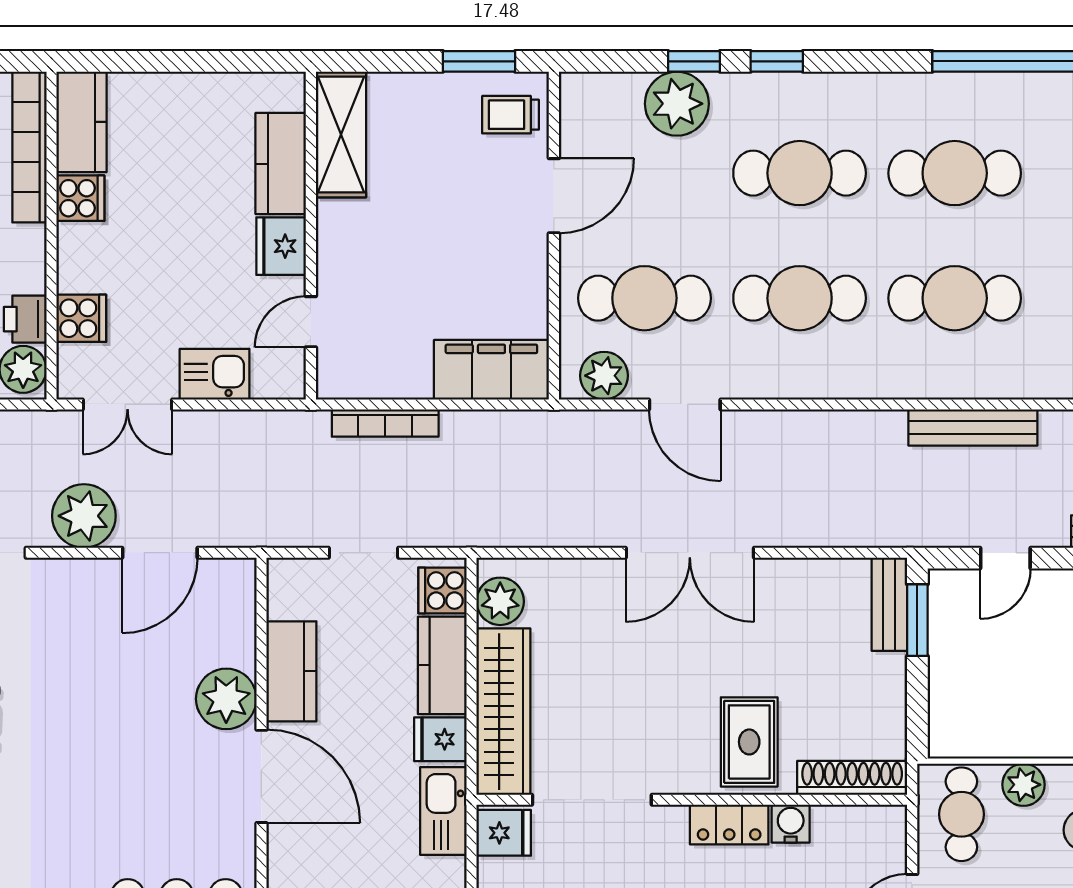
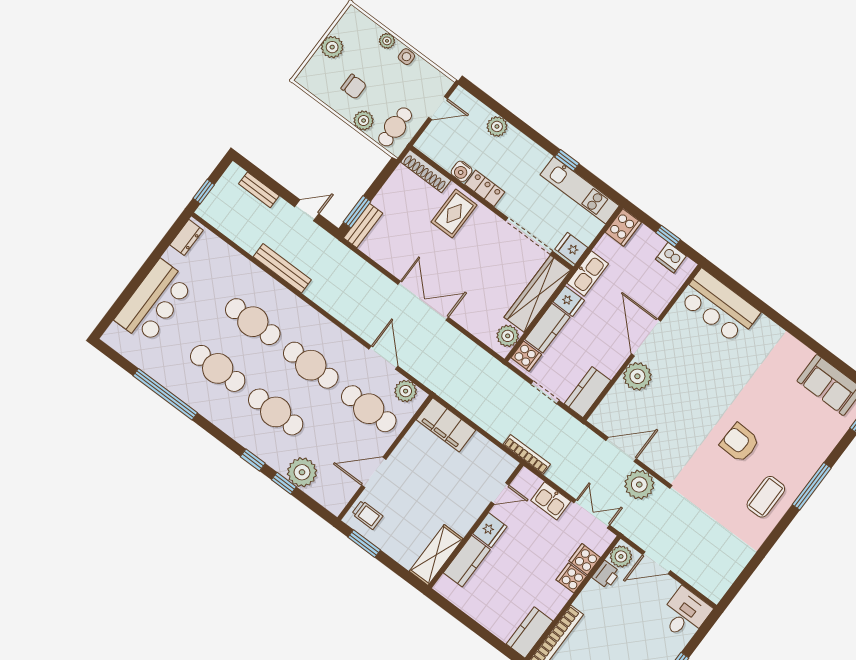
cooker: (80, 198) -> (571, 578), moved
bookcase: (385, 423) -> (527, 454), moved
kitchen counter: (291, 671) -> (587, 392), moved

